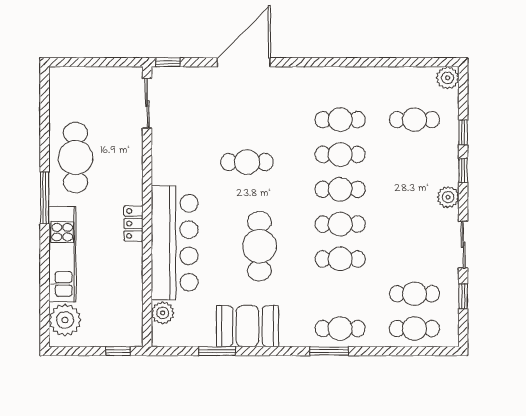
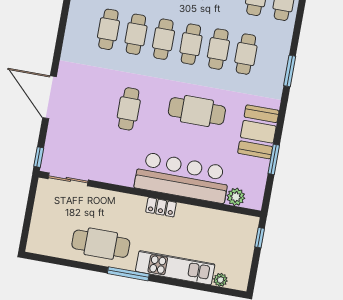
plant: (65, 320) -> (220, 280), width x0.53, depth x0.53
cafe table: (340, 329) -> (246, 54), moved

